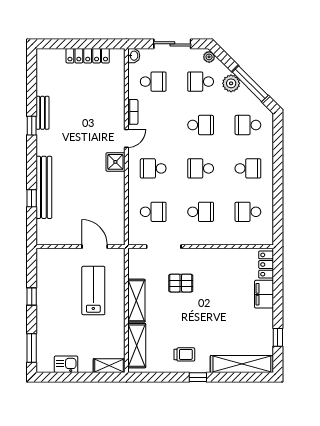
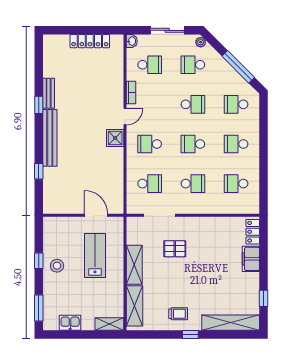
plant: (231, 83) -> (221, 66), removed
school desk: (248, 168) -> (236, 144), turned 180
bench: (44, 187) -> (50, 138), moved
stool: (52, 302) -> (57, 266), added

